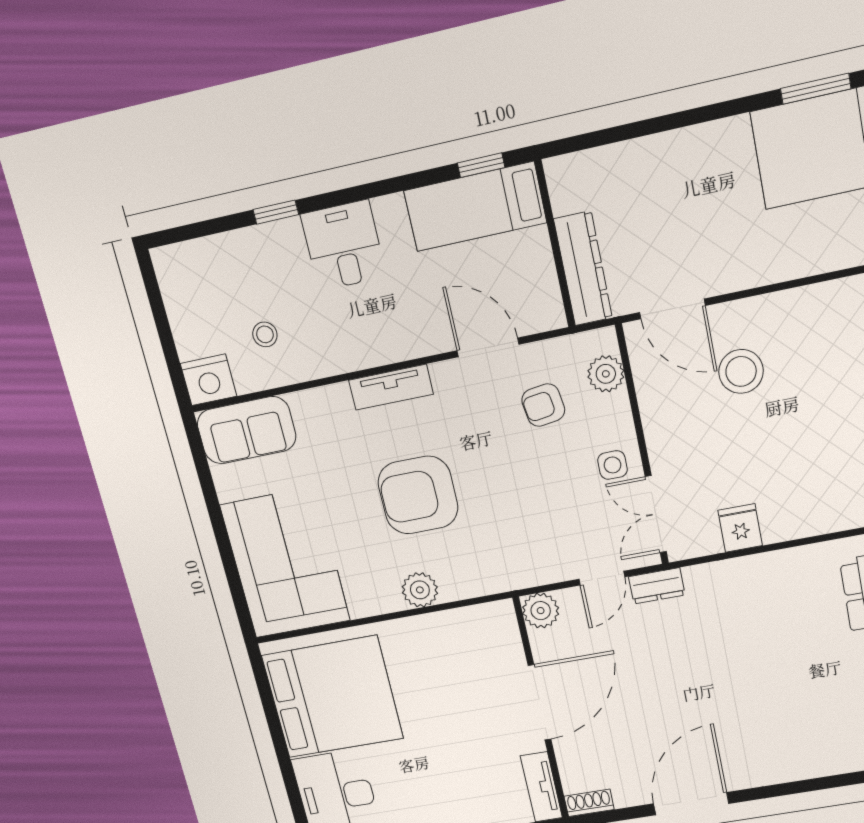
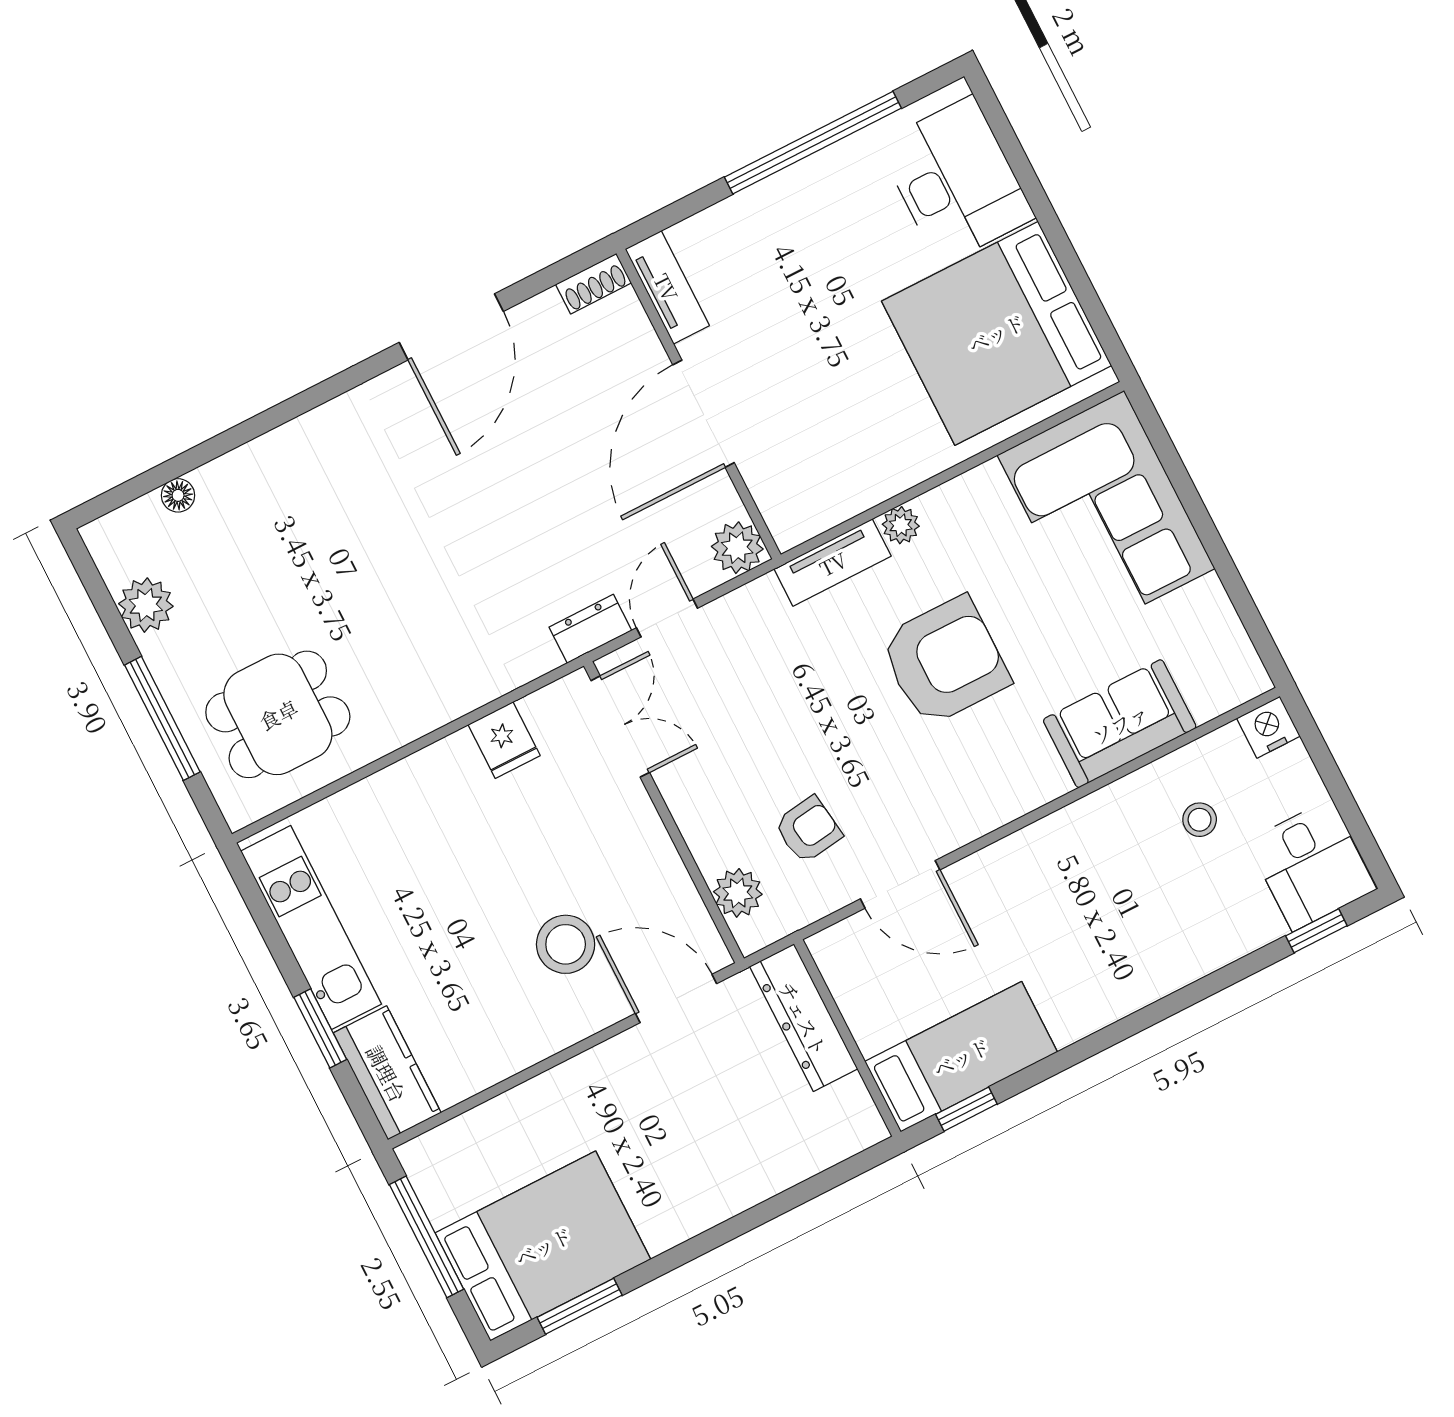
window: (276, 212) -> (1316, 931), moved
desk: (344, 246) -> (1311, 865), moved
nightstand: (208, 380) -> (1268, 727), width x0.74, depth x0.75
tv unit: (391, 387) -> (833, 563), moved, turned 180
sofa: (247, 430) -> (1120, 724), moved
side table: (613, 465) -> (696, 776), removed
plant: (420, 590) -> (901, 525), width x0.73, depth x0.73

